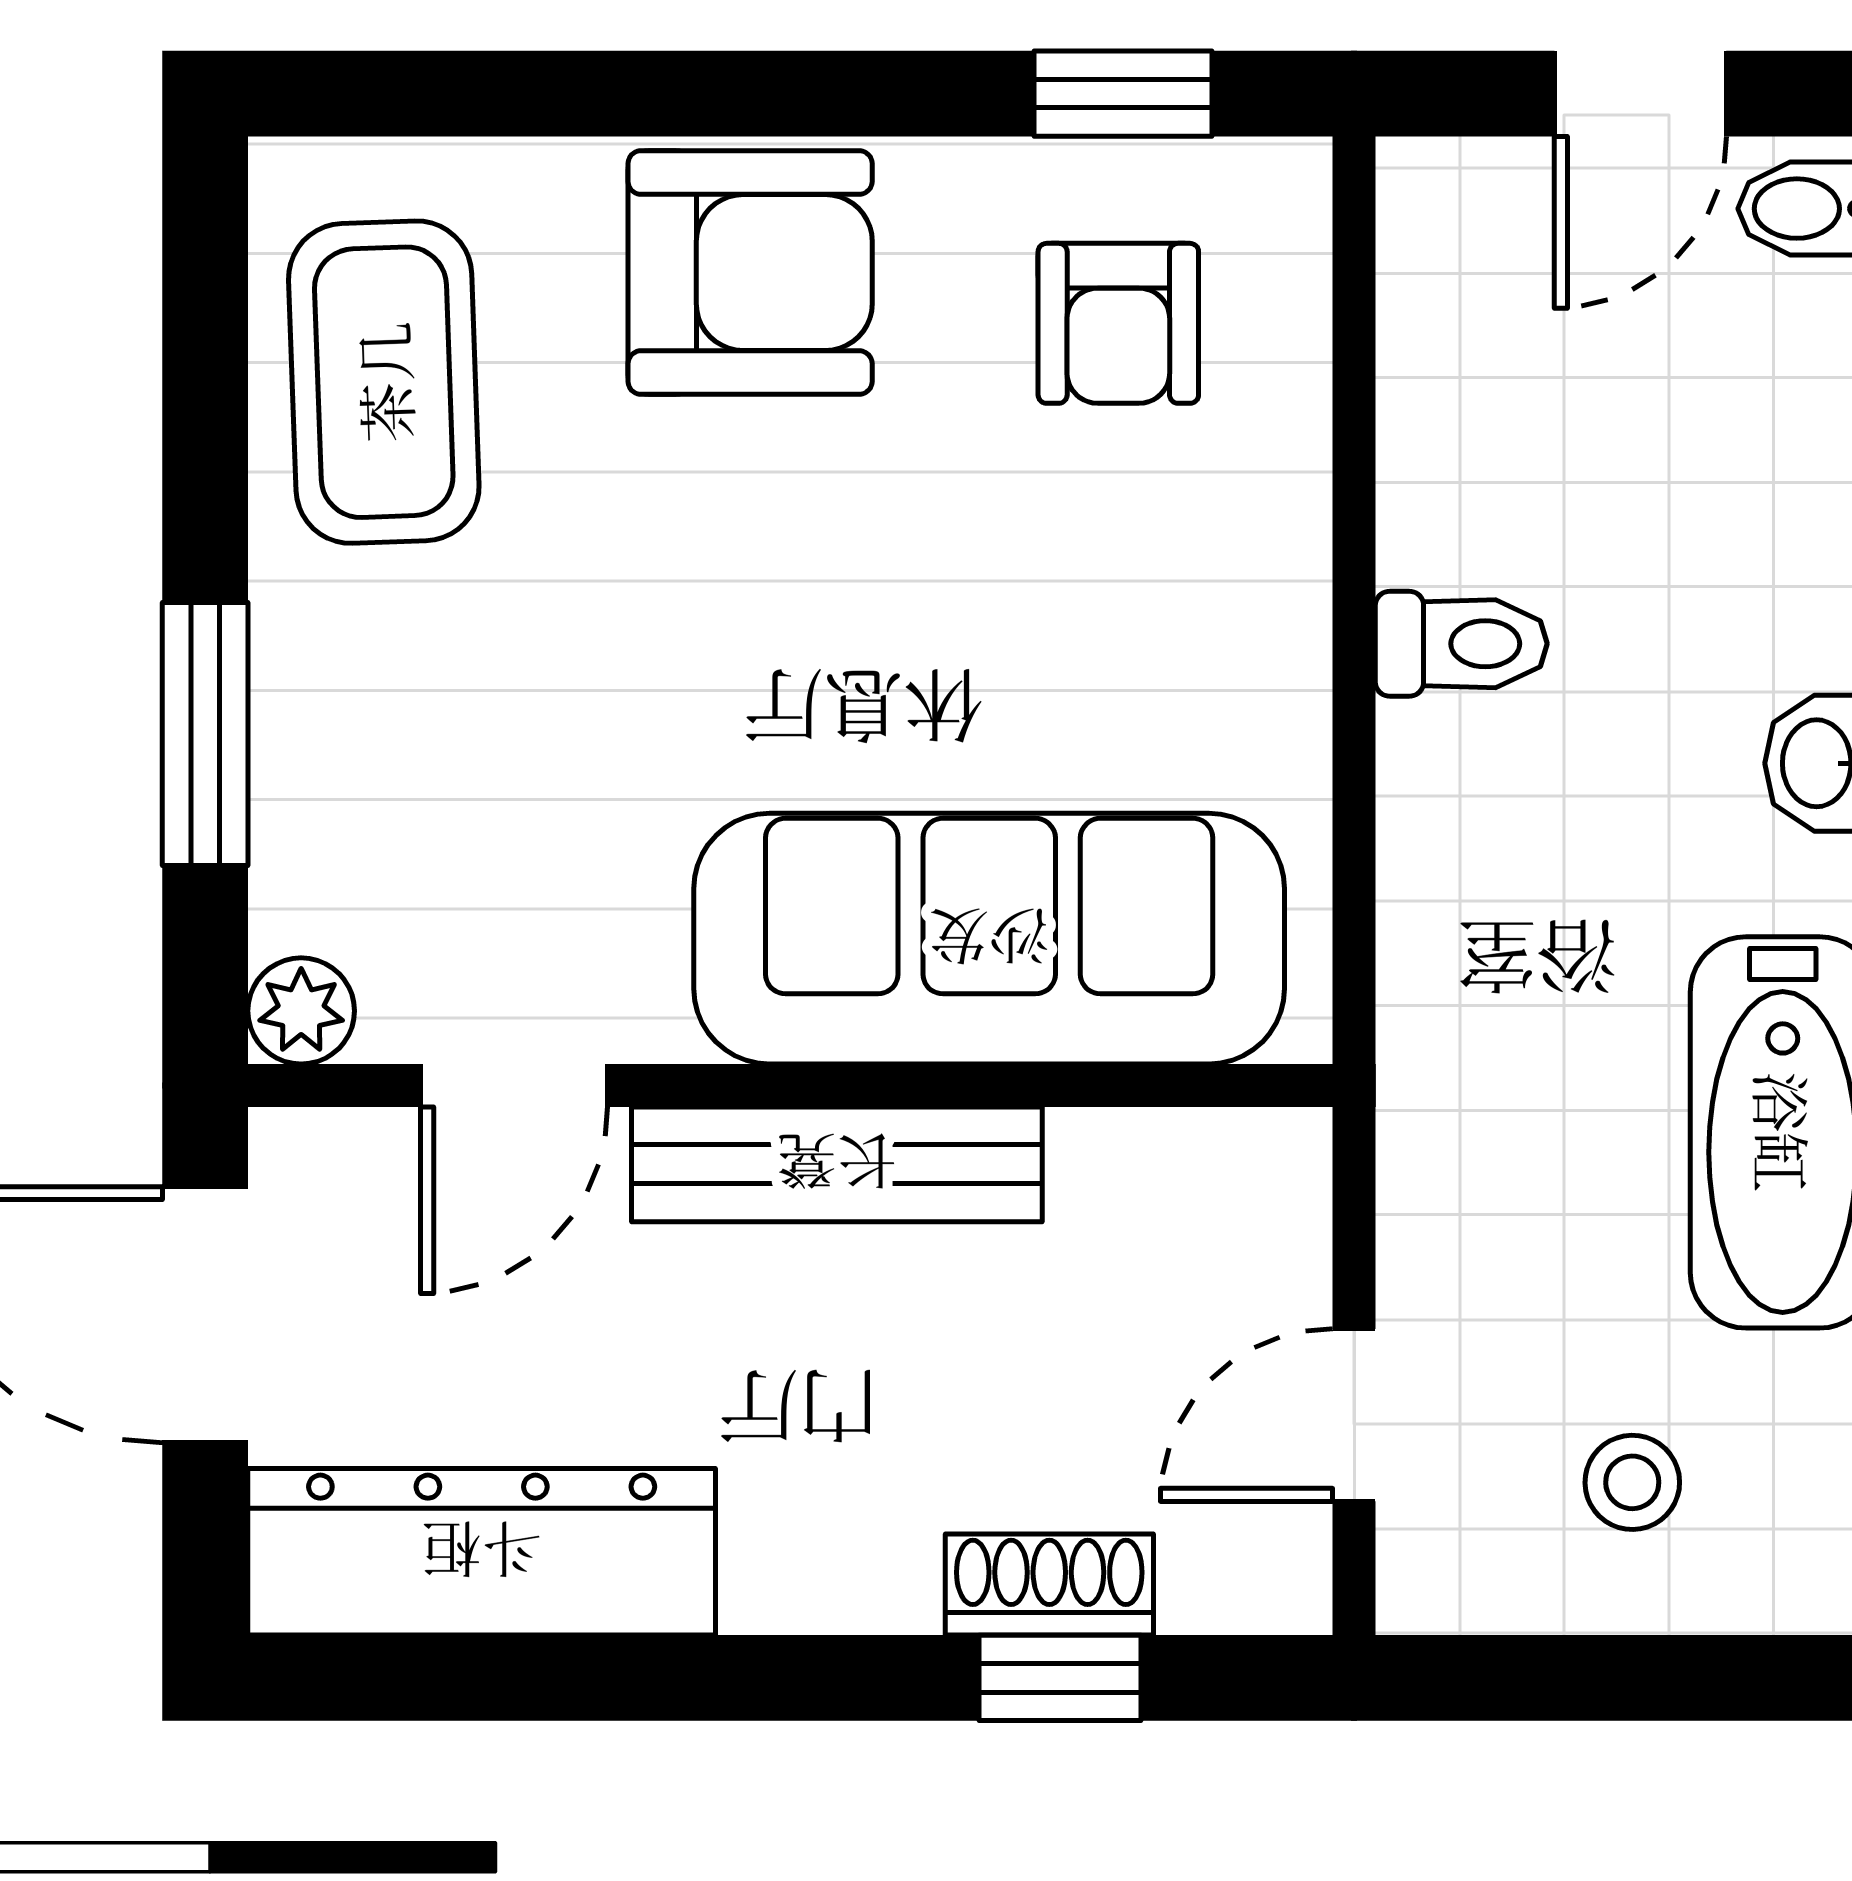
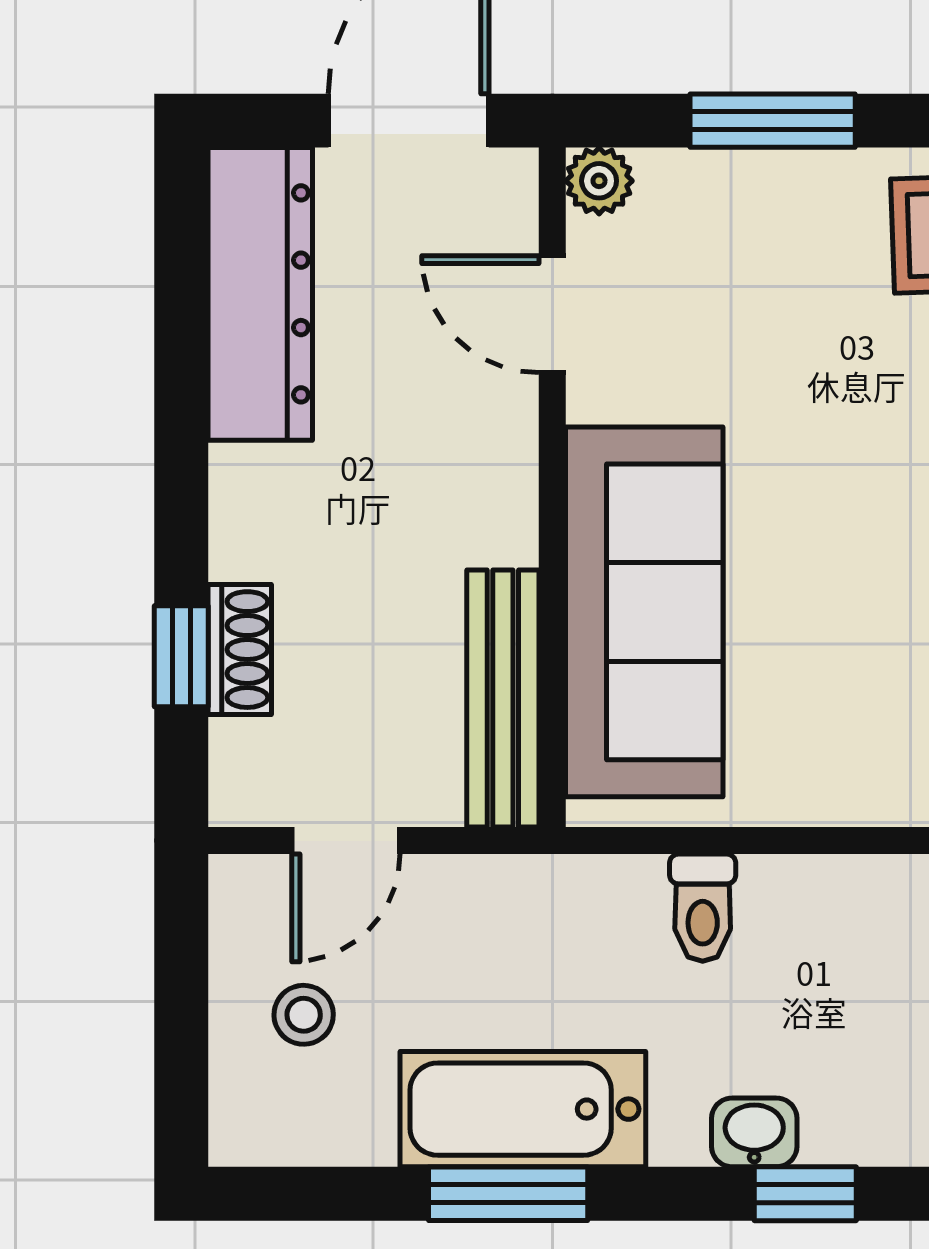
toilet: (1461, 644) -> (703, 908), moved
bench: (837, 1164) -> (503, 698), moved
door: (1354, 1415) -> (346, 841), swing flipped

